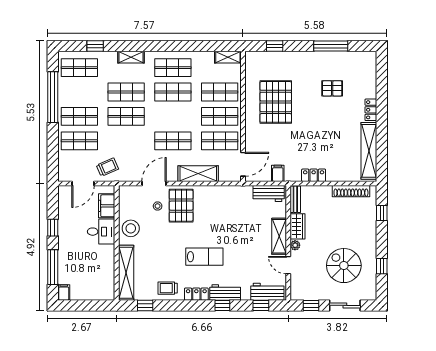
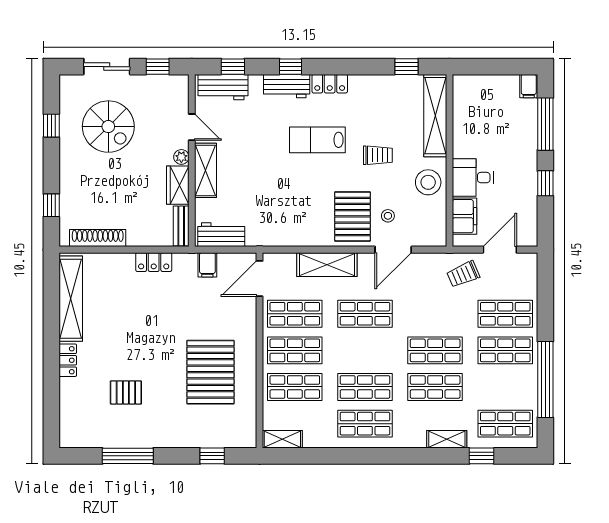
shelving: (131, 57) -> (447, 439), moved
trolley: (168, 288) -> (378, 155), moved

